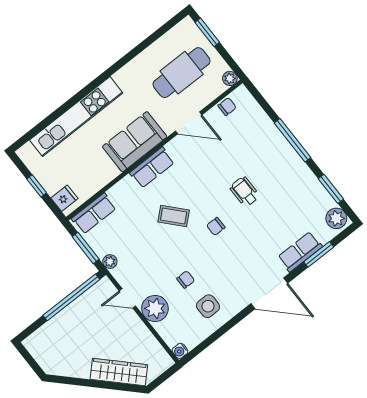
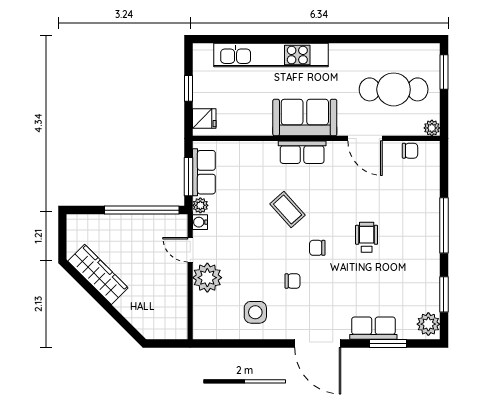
row of seats: (94, 214) -> (204, 172), moved, turned -90
chair: (186, 279) -> (292, 281), moved
water cooler: (180, 351) -> (200, 222), moved
wardrobe: (119, 372) -> (98, 274), moved

